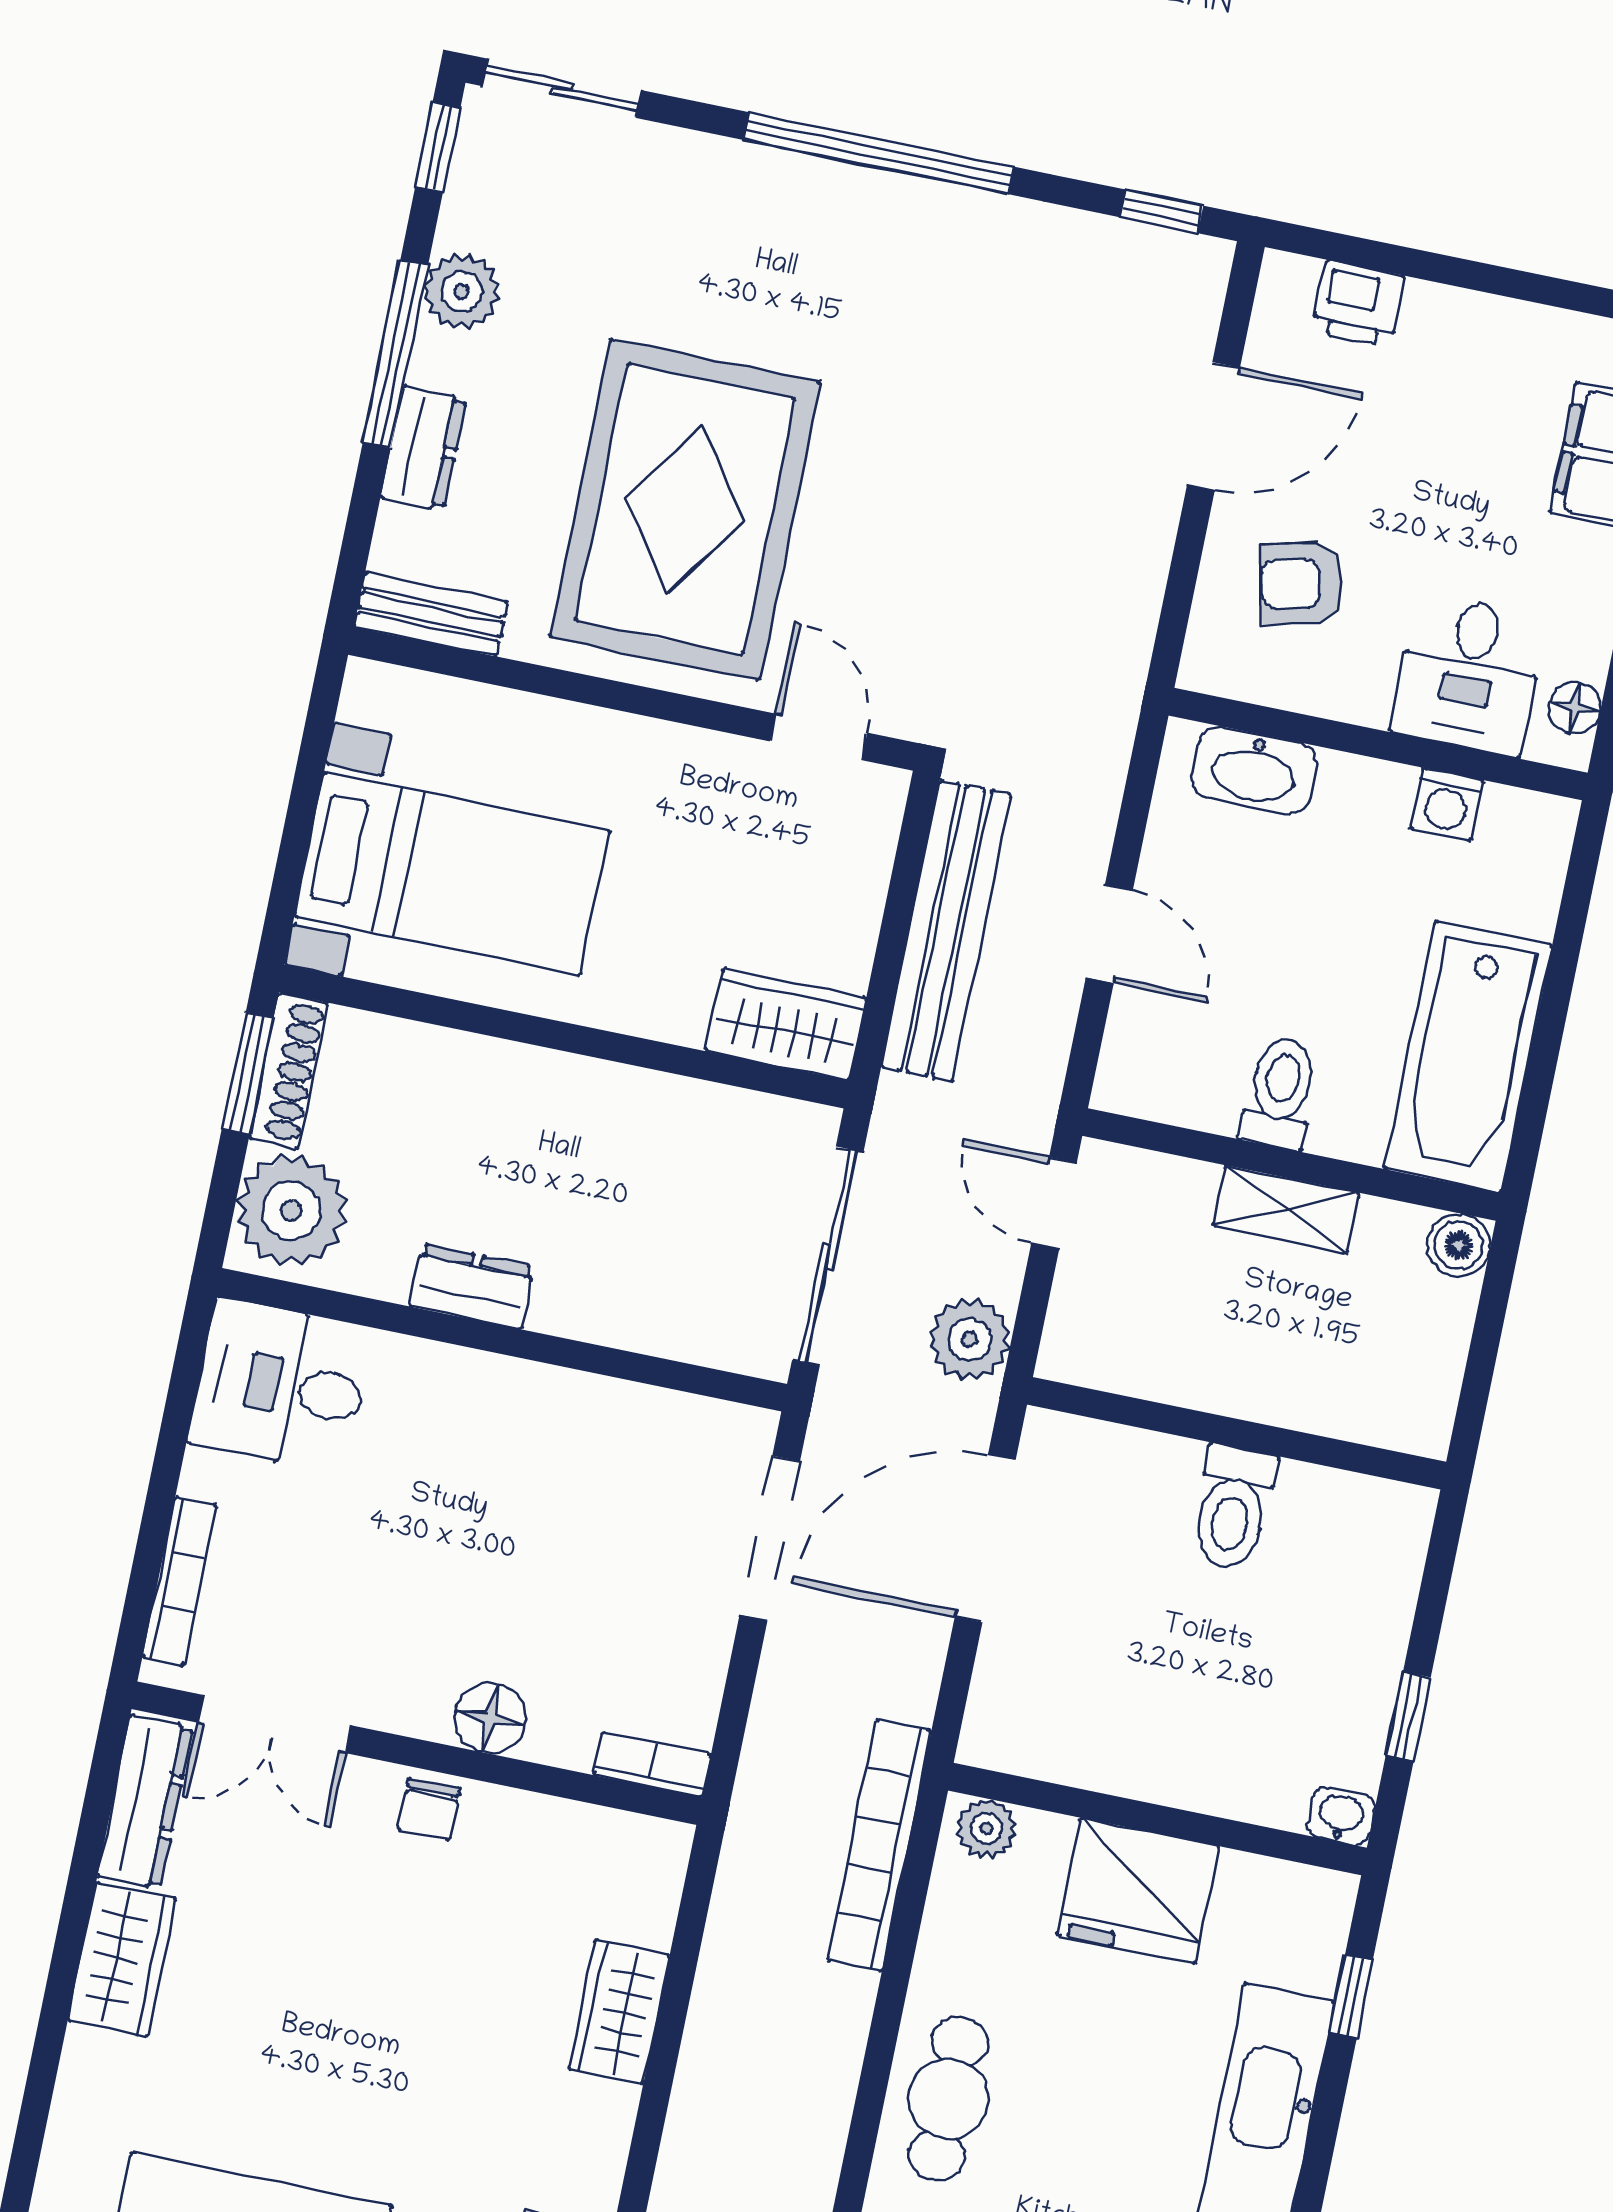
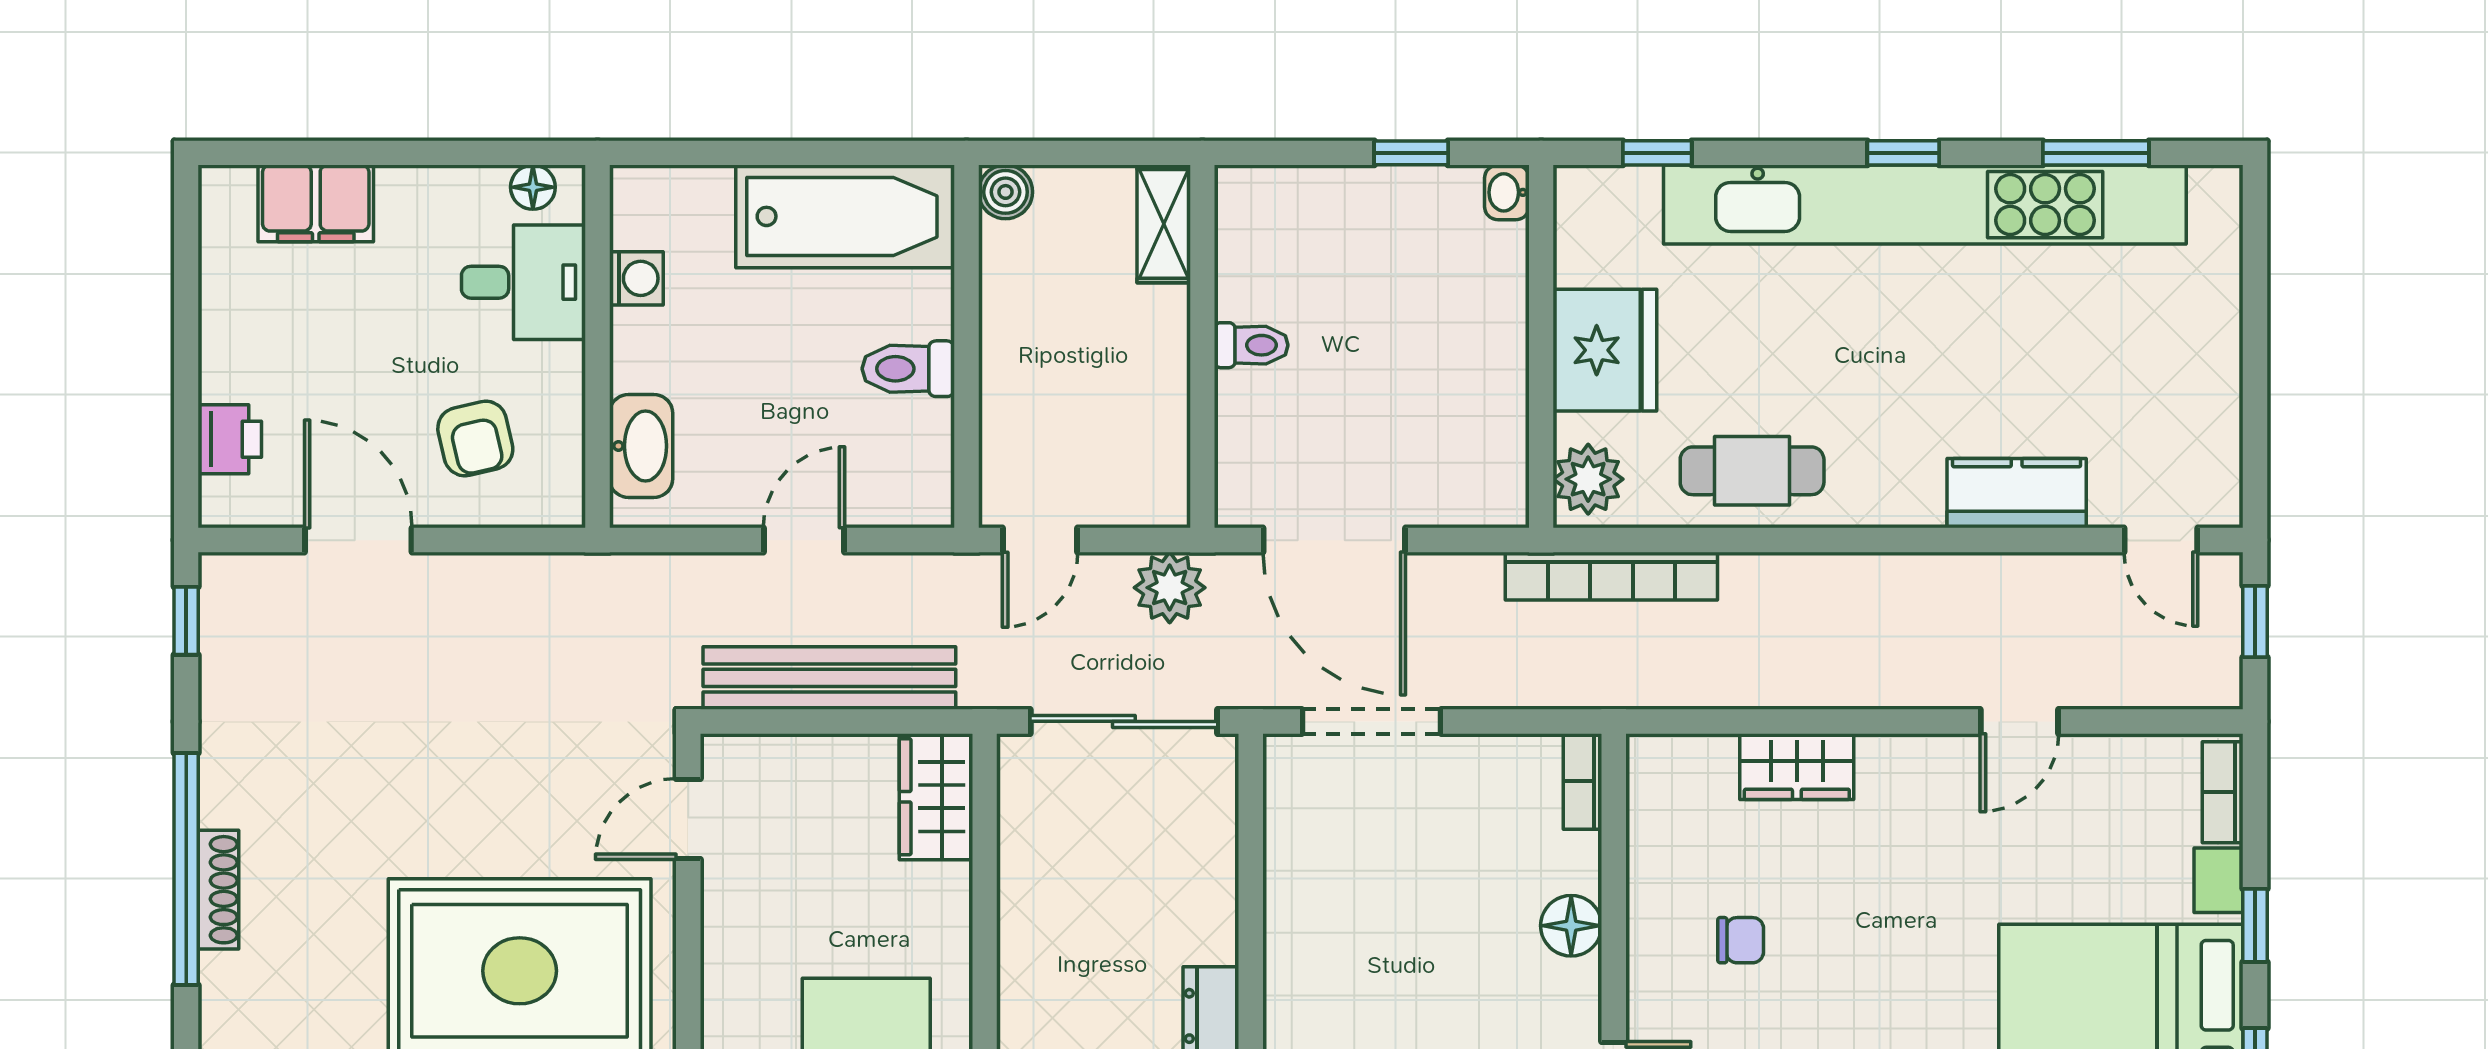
shoe rack: (848, 185) -> (218, 890), added
shelving: (1286, 1209) -> (1164, 224), moved
toilet: (1233, 1507) -> (1251, 345), width x0.73, depth x0.72
chair: (429, 1809) -> (1741, 940), moved
plant: (987, 1829) -> (1588, 479), width x1.38, depth x1.38
cafe table: (948, 2099) -> (1752, 471), moved

